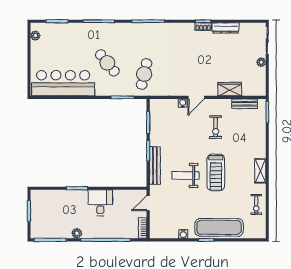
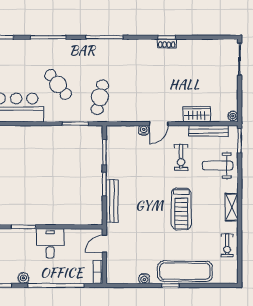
dresser: (226, 28) -> (192, 45), removed
plant: (261, 62) -> (233, 116), moved
bench: (245, 104) -> (209, 131), width x1.36
weight bench: (186, 175) -> (218, 166), moved

